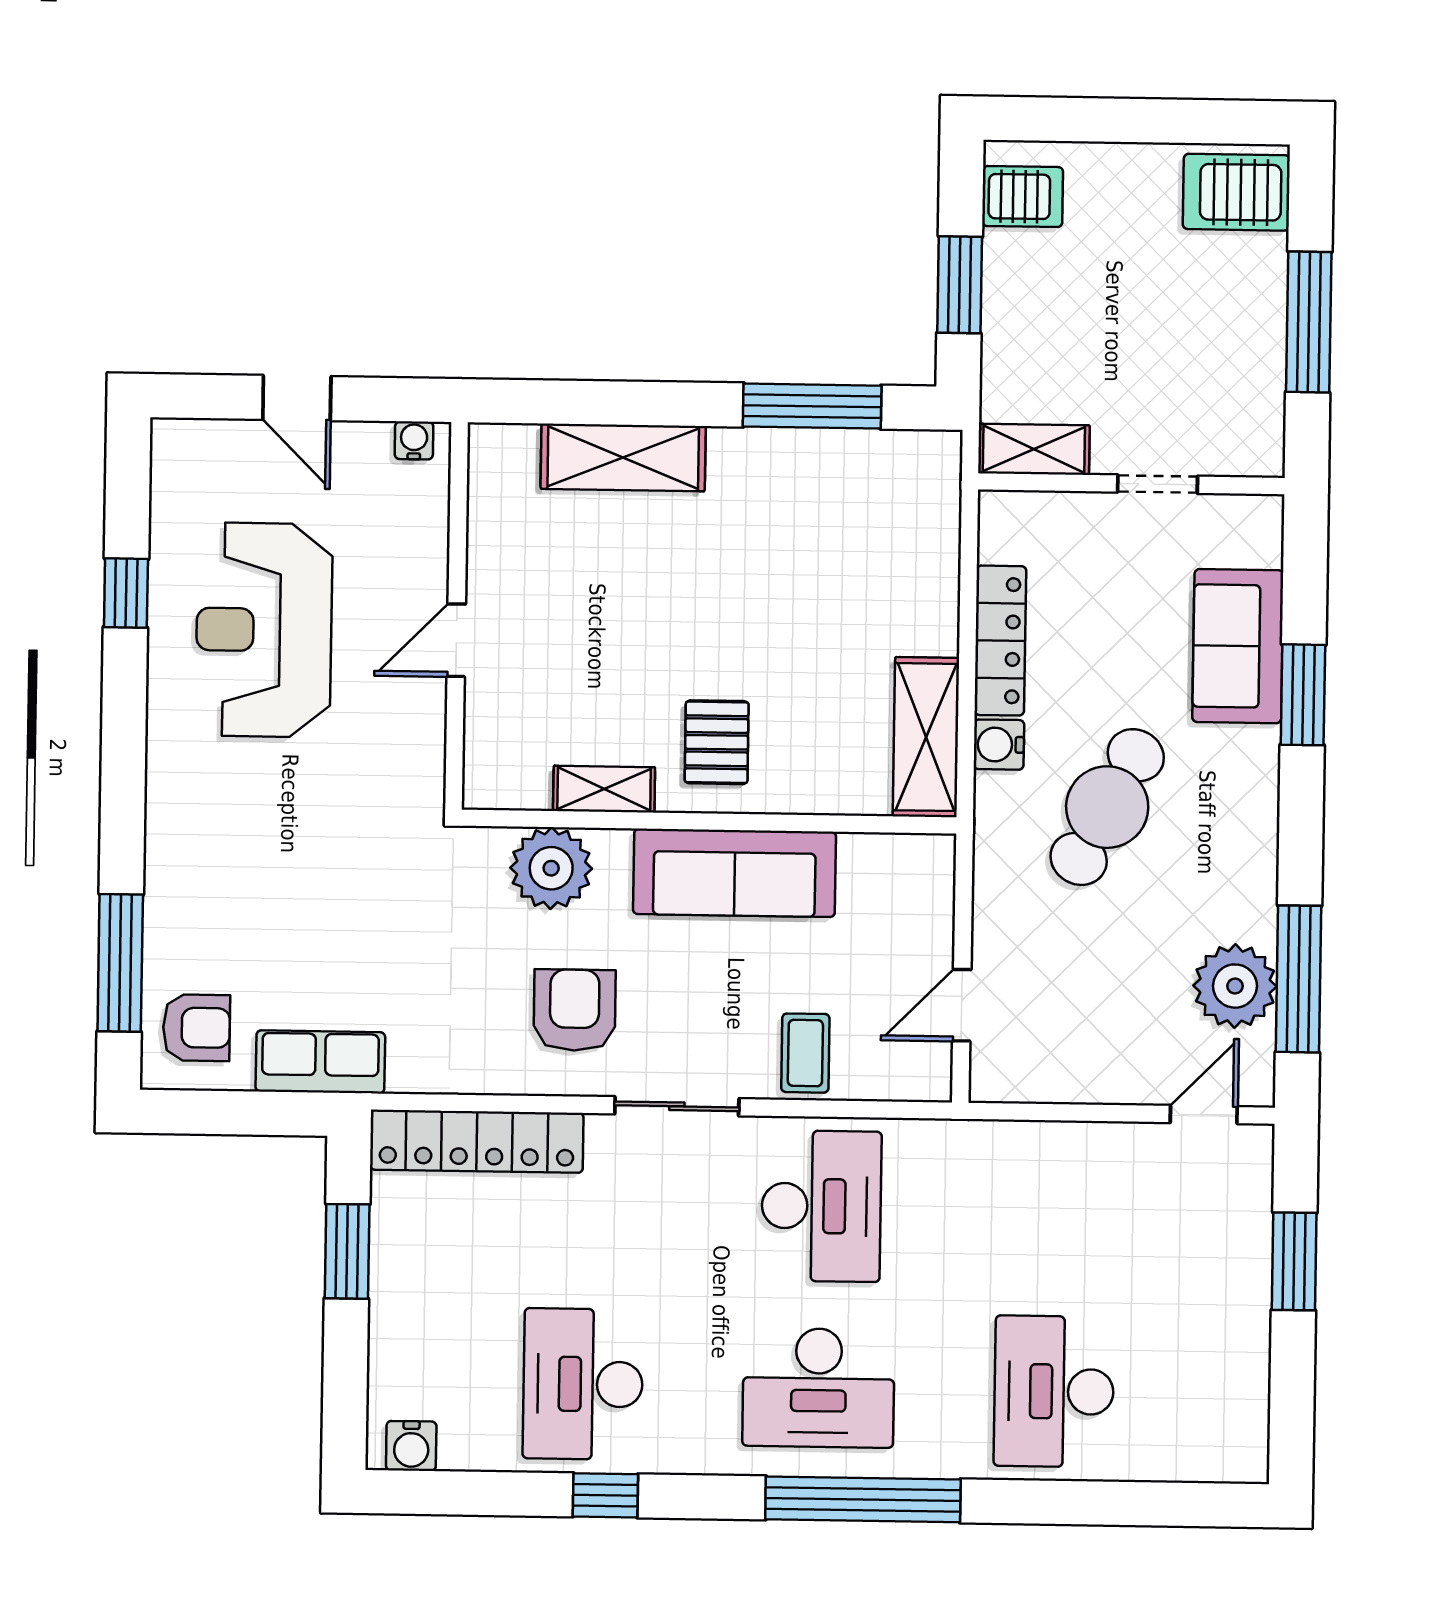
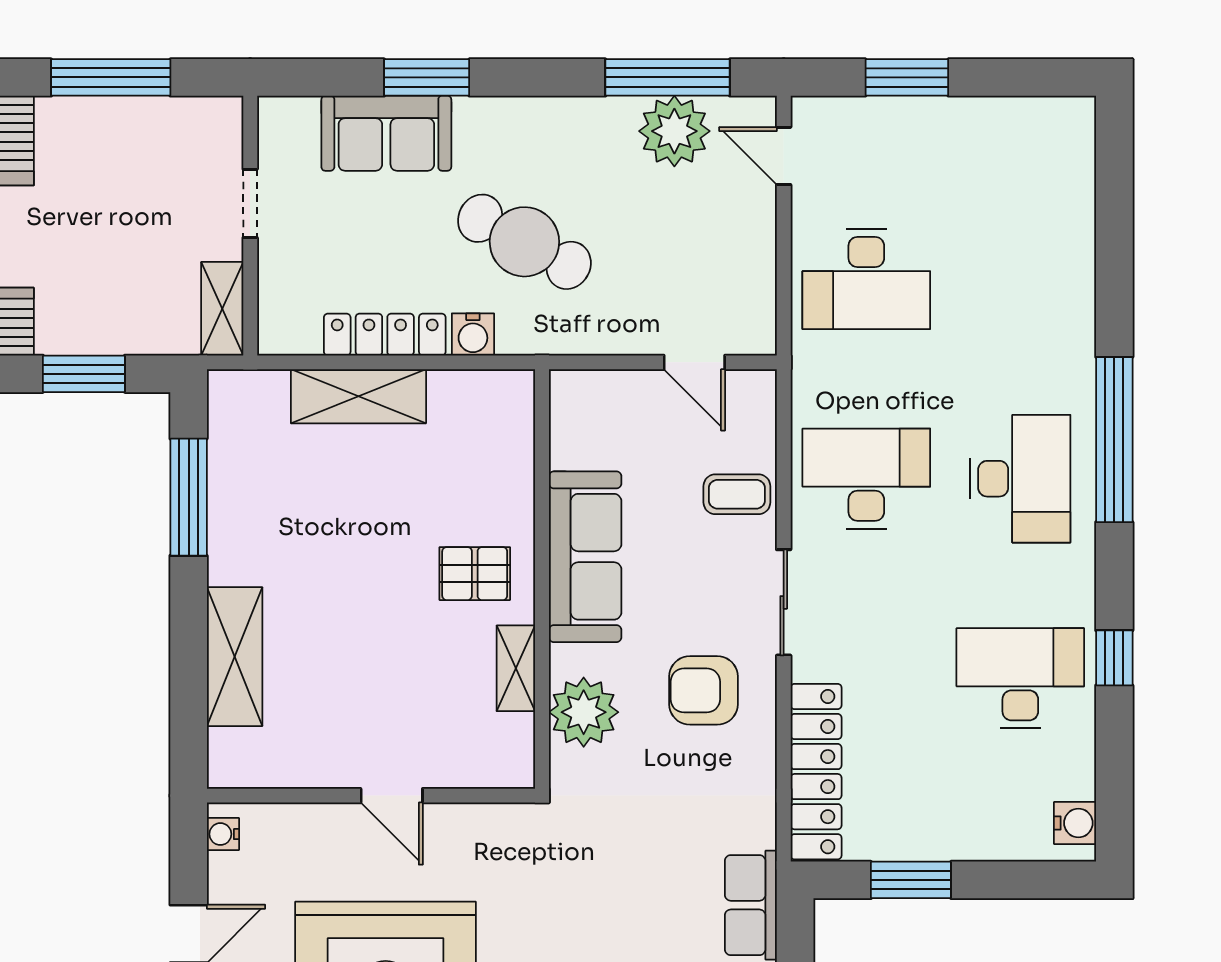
shelving: (926, 737) -> (358, 396), moved
desk: (583, 1384) -> (1020, 678), turned 180
desk: (1054, 1391) -> (866, 279), moved

